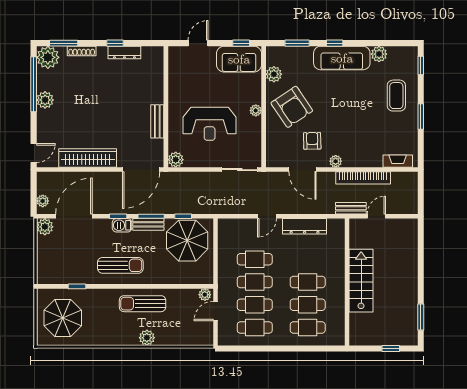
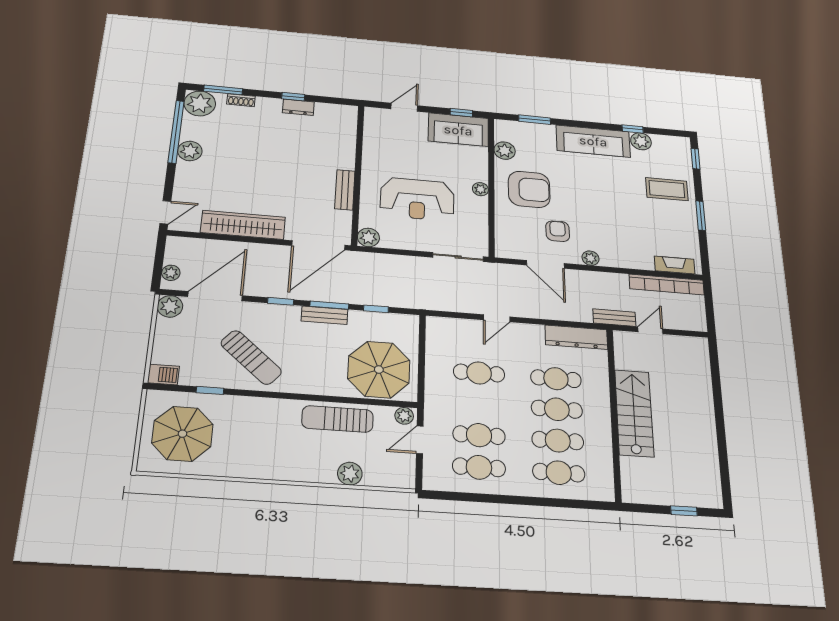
window: (335, 43) -> (633, 129), moved
shoe rack: (82, 51) -> (241, 100), width x0.70
dresser: (124, 52) -> (298, 107), width x0.70
coffee table: (396, 96) -> (667, 189), turned 90
armchair: (292, 107) -> (529, 189), turned -56
bookcase: (363, 178) -> (667, 284), moved
barbecue: (122, 225) -> (163, 375), moved, turned 180
dresser: (305, 226) -> (576, 337), moved
parasol: (187, 241) -> (379, 370), moved
sun lounger: (120, 265) -> (251, 357), moved, turned 41
cafe table: (255, 282) -> (556, 379), moved
sun lounger: (143, 304) -> (338, 419), moved
window: (421, 317) -> (724, 469), removed
plant: (147, 338) -> (350, 474), moved

